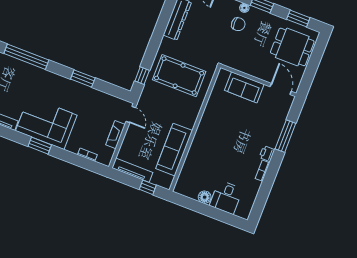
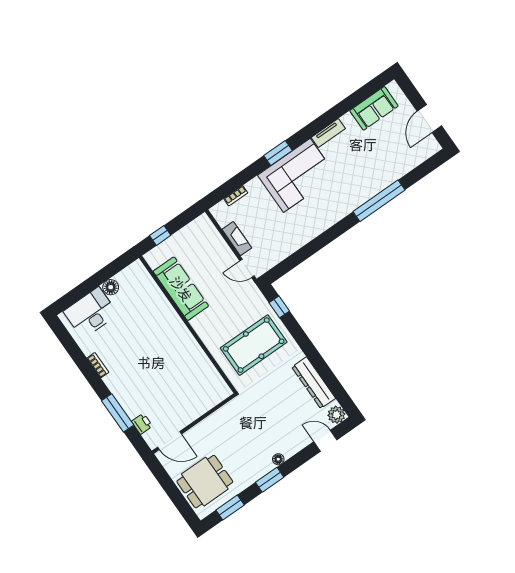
chair: (238, 24) -> (266, 442), removed
window: (83, 78) -> (317, 244), removed
sofa: (244, 87) -> (196, 404), removed
printer: (267, 154) -> (142, 424), moved
tv unit: (132, 170) -> (188, 231), removed
desk: (226, 197) -> (91, 313), width x1.37

